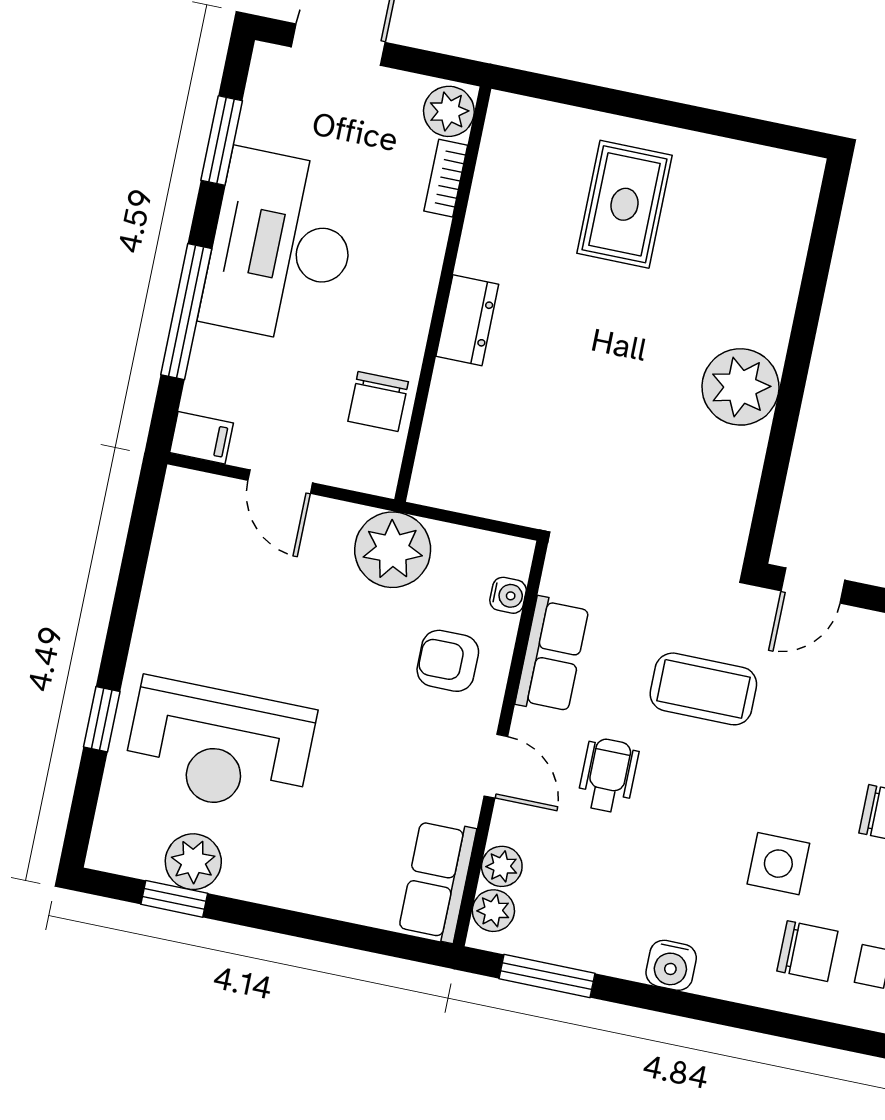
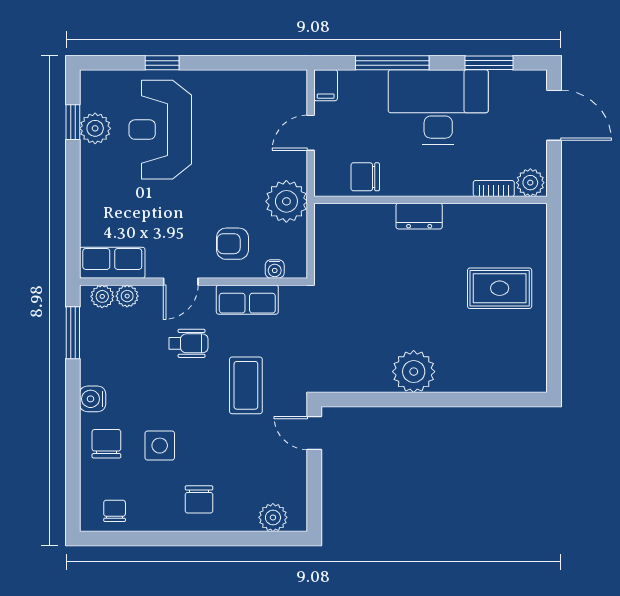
armchair: (448, 661) -> (232, 244), turned -90
chair: (807, 951) -> (106, 444), moved, turned 180

